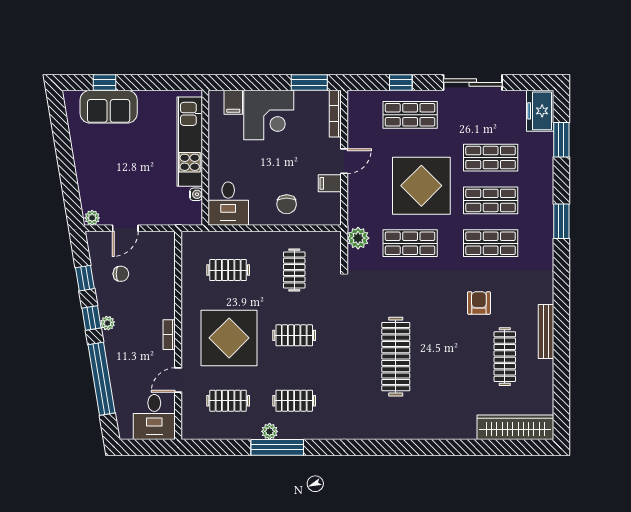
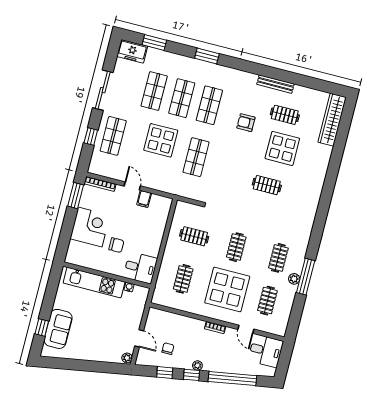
filing cabinet: (233, 102) -> (76, 248), removed
display table: (421, 186) -> (161, 140), width x0.73, depth x0.73
chair: (287, 204) -> (116, 245), moved
plant: (358, 238) -> (184, 190), removed
clothes rail: (396, 357) -> (267, 185), width x0.54, depth x0.76
clothes rail: (505, 357) -> (285, 115), width x0.73
display table: (455, 366) -> (282, 148), added

